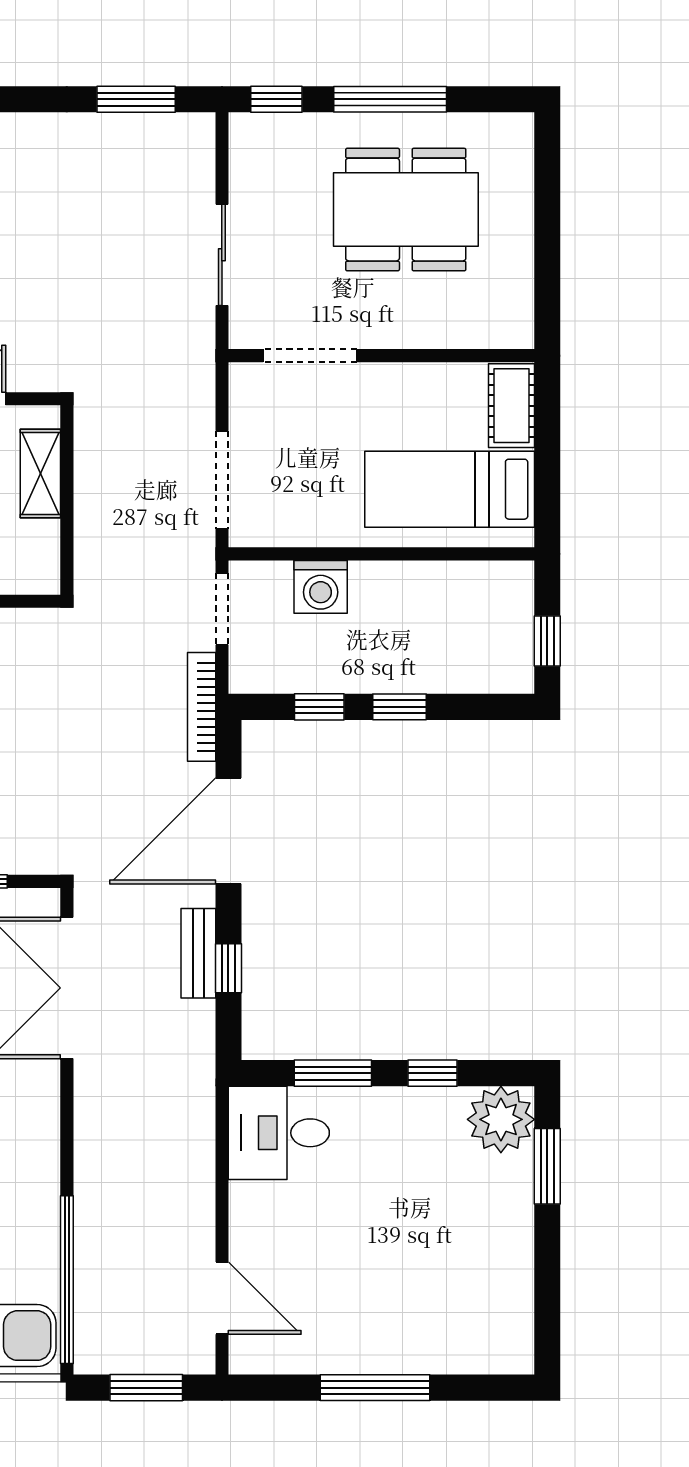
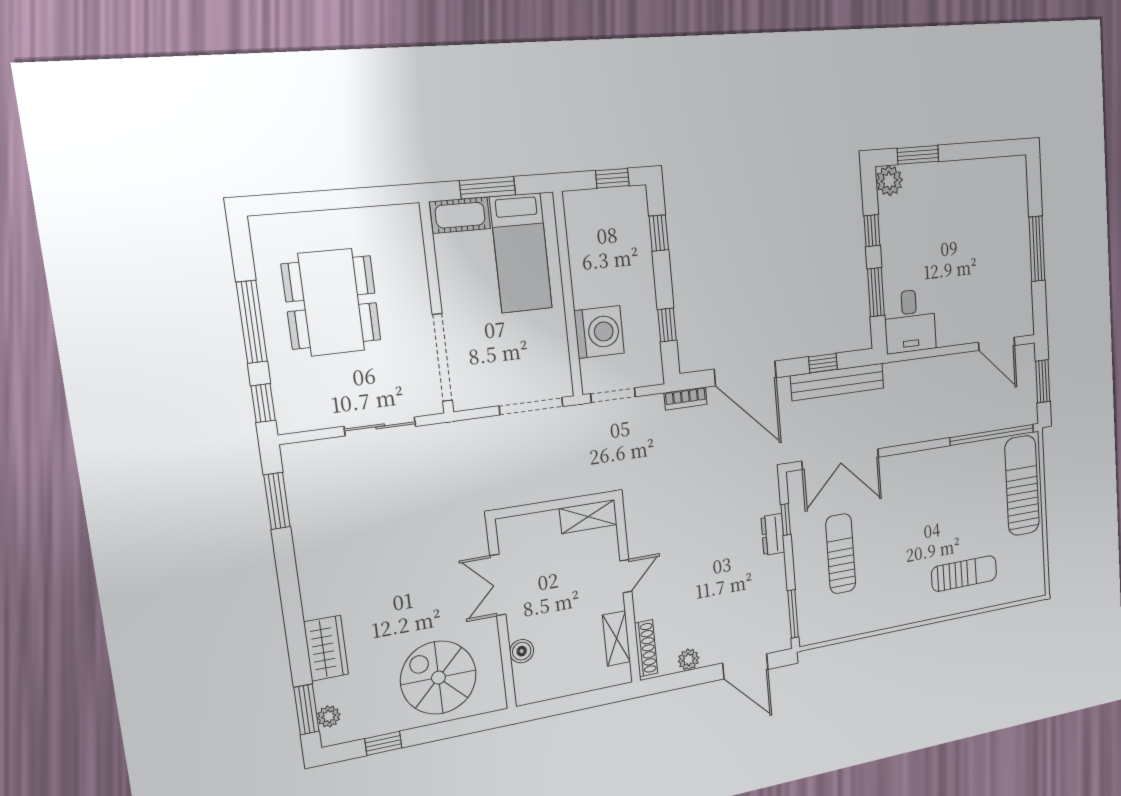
doorway: (310, 356) -> (442, 358), width x1.36
window: (547, 450) -> (488, 188), added
shelving: (40, 473) -> (588, 517), moved
washing machine: (321, 587) -> (599, 332), width x1.37, depth x1.37
bookcase: (202, 707) -> (686, 399), width x0.64
window: (400, 707) -> (659, 233), moved
bench: (198, 953) -> (837, 382), width x1.86, depth x1.21
plant: (501, 1119) -> (889, 181), width x0.73, depth x0.73
door: (222, 1298) -> (997, 344), swing flipped

